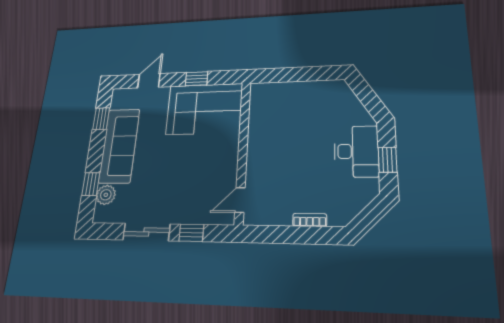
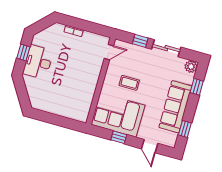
door: (149, 81) -> (150, 146), hinge flipped
coffee table: (196, 161) -> (129, 83), added
plant: (106, 195) -> (191, 67), moved

